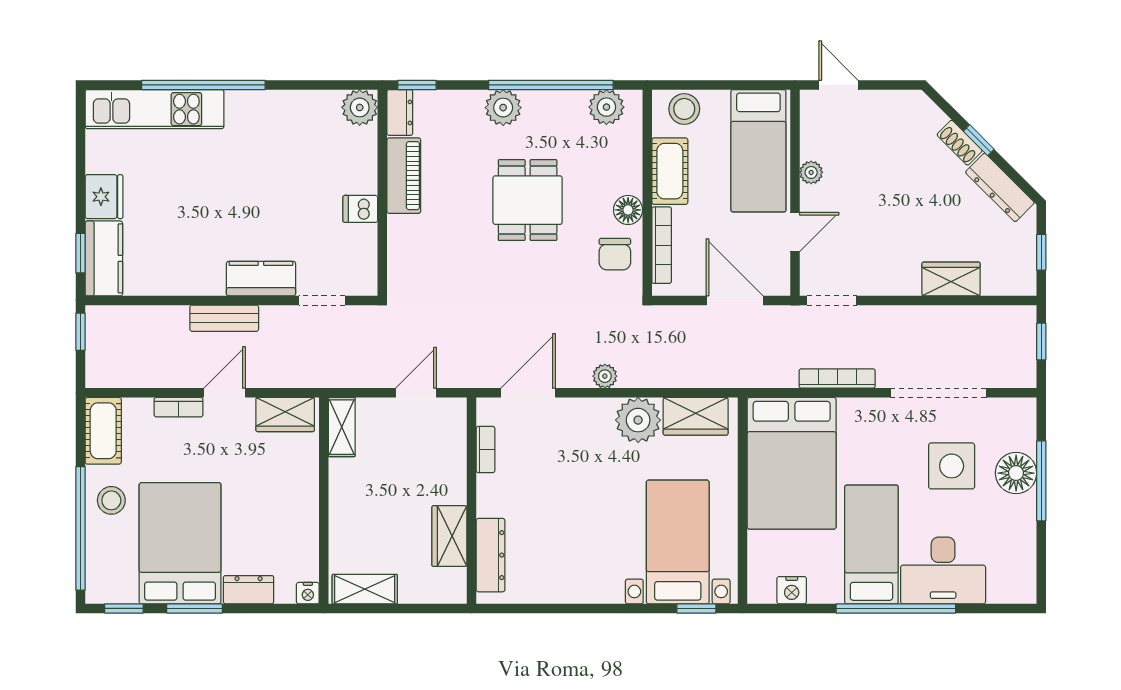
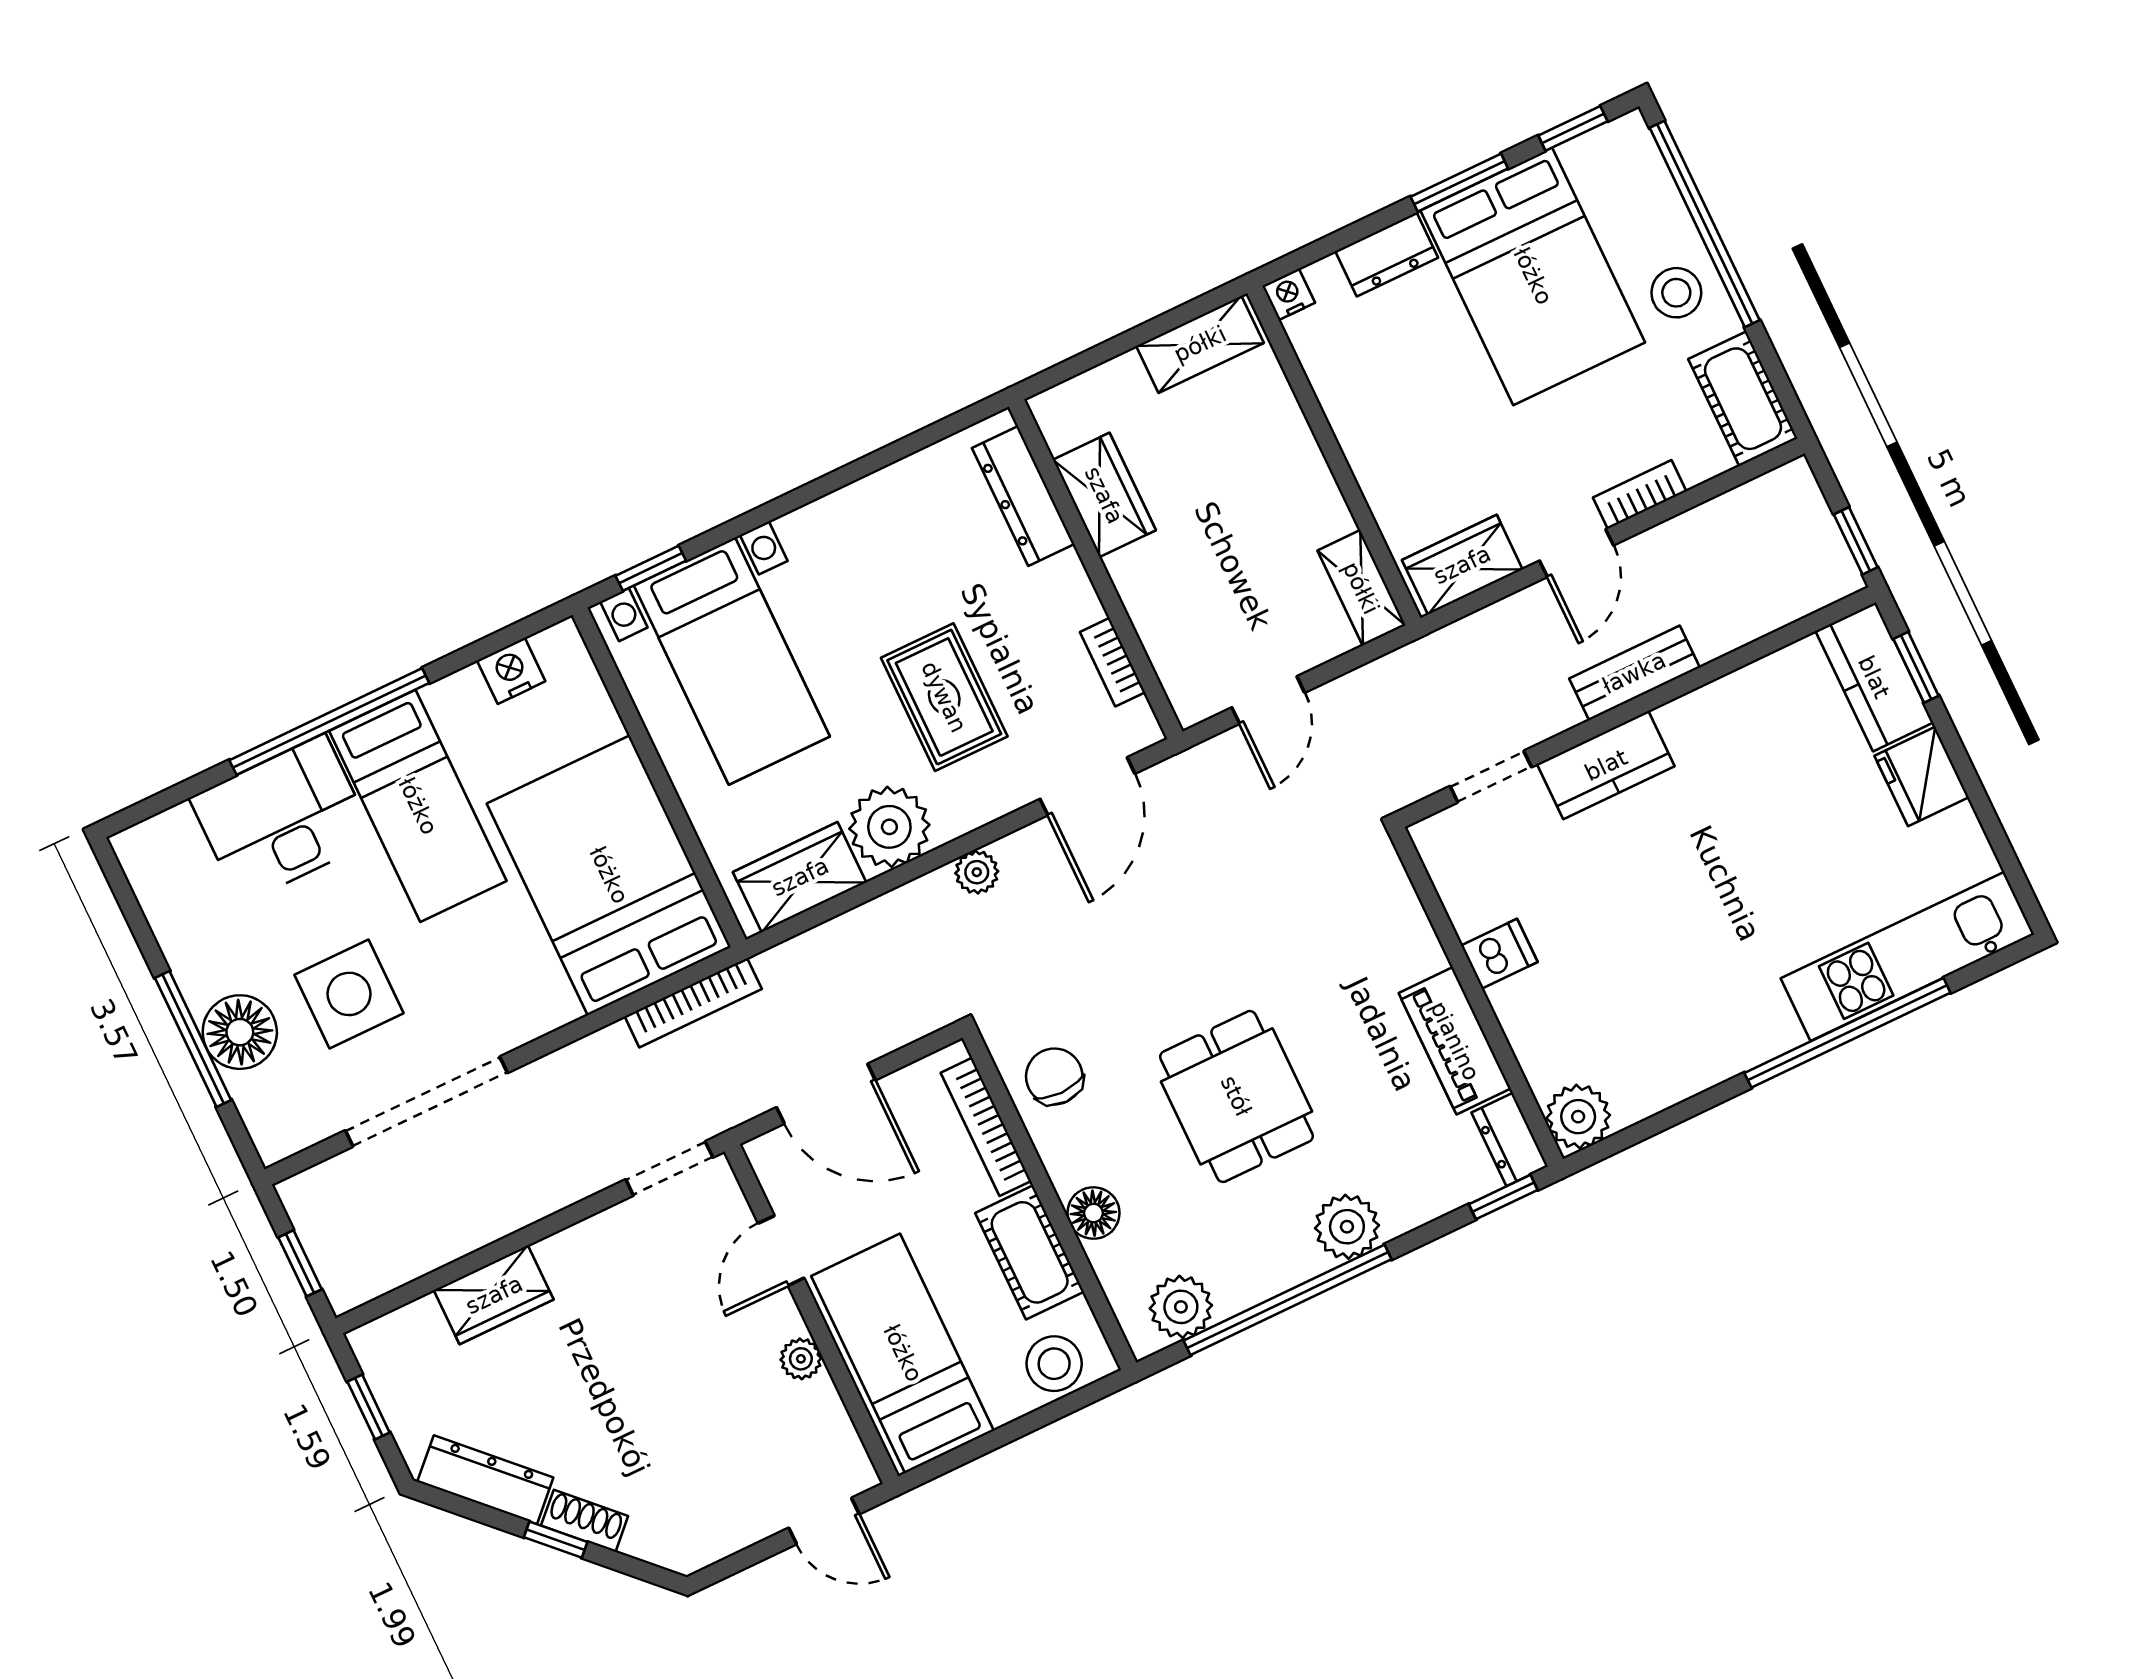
floor lamp: (628, 210) -> (1093, 1213), moved
bookcase: (837, 379) -> (693, 1003), moved
rug: (579, 472) -> (944, 697), added

